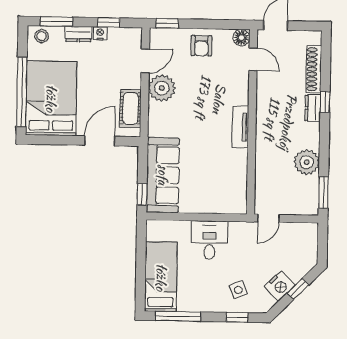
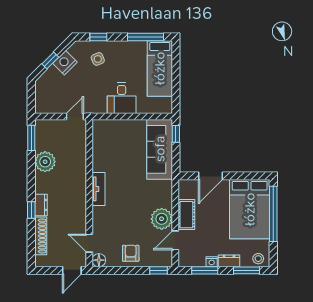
window: (109, 22) -> (205, 270), width x1.50
cot: (131, 109) -> (186, 215), moved

